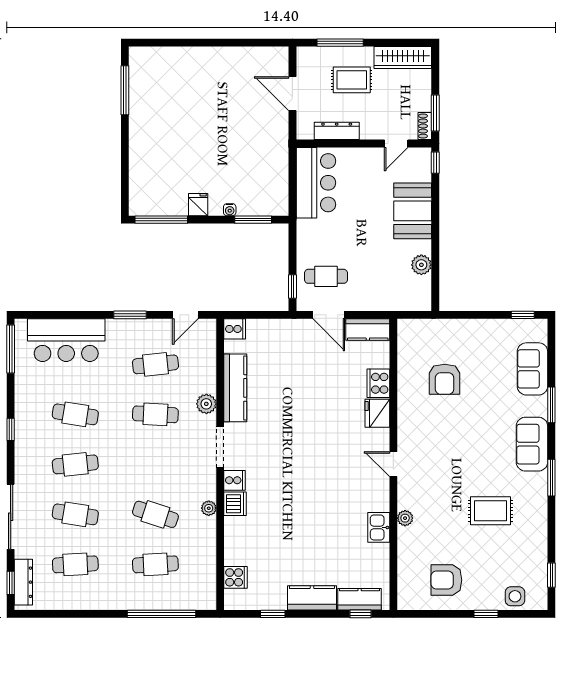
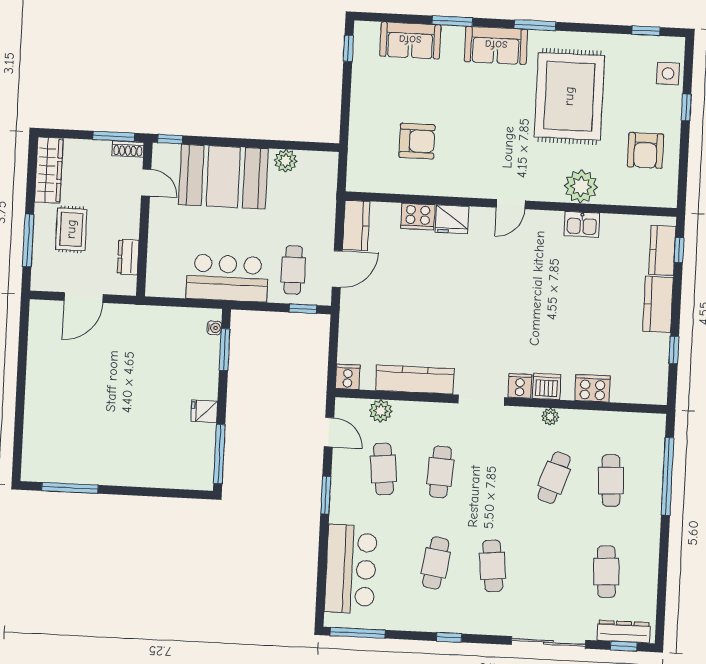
dresser: (337, 131) -> (128, 257), width x0.70
bar counter: (316, 183) -> (227, 278), moved
water cooler: (230, 210) -> (214, 328), moved
booth: (413, 211) -> (223, 177), width x1.36, depth x1.42
plant: (206, 404) -> (381, 411), moved
rug: (491, 511) -> (569, 96), width x1.86, depth x2.06
cafe table: (75, 514) -> (549, 569), removed
plant: (405, 518) -> (581, 186), width x1.87, depth x1.87
cooker: (236, 577) -> (593, 388), moved, width x1.36

